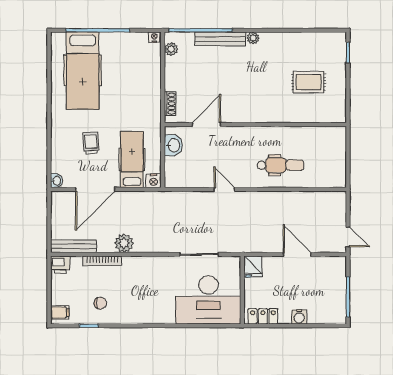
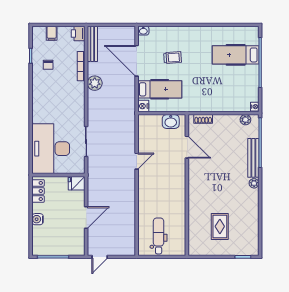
hospital bed: (83, 71) -> (236, 55), width x0.73, depth x0.78
dental chair: (281, 165) -> (159, 236), moved, turned 180
filing cabinet: (60, 313) -> (52, 33), moved

